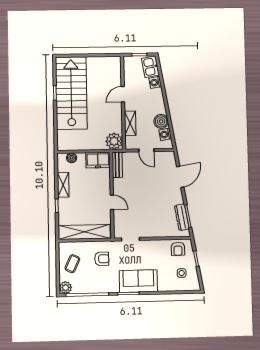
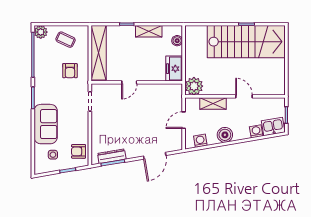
boiler: (161, 121) -> (225, 135), moved
bench: (117, 165) -> (169, 89), removed
door: (180, 177) -> (155, 156), hinge flipped
sofa: (138, 281) -> (46, 124), moved

